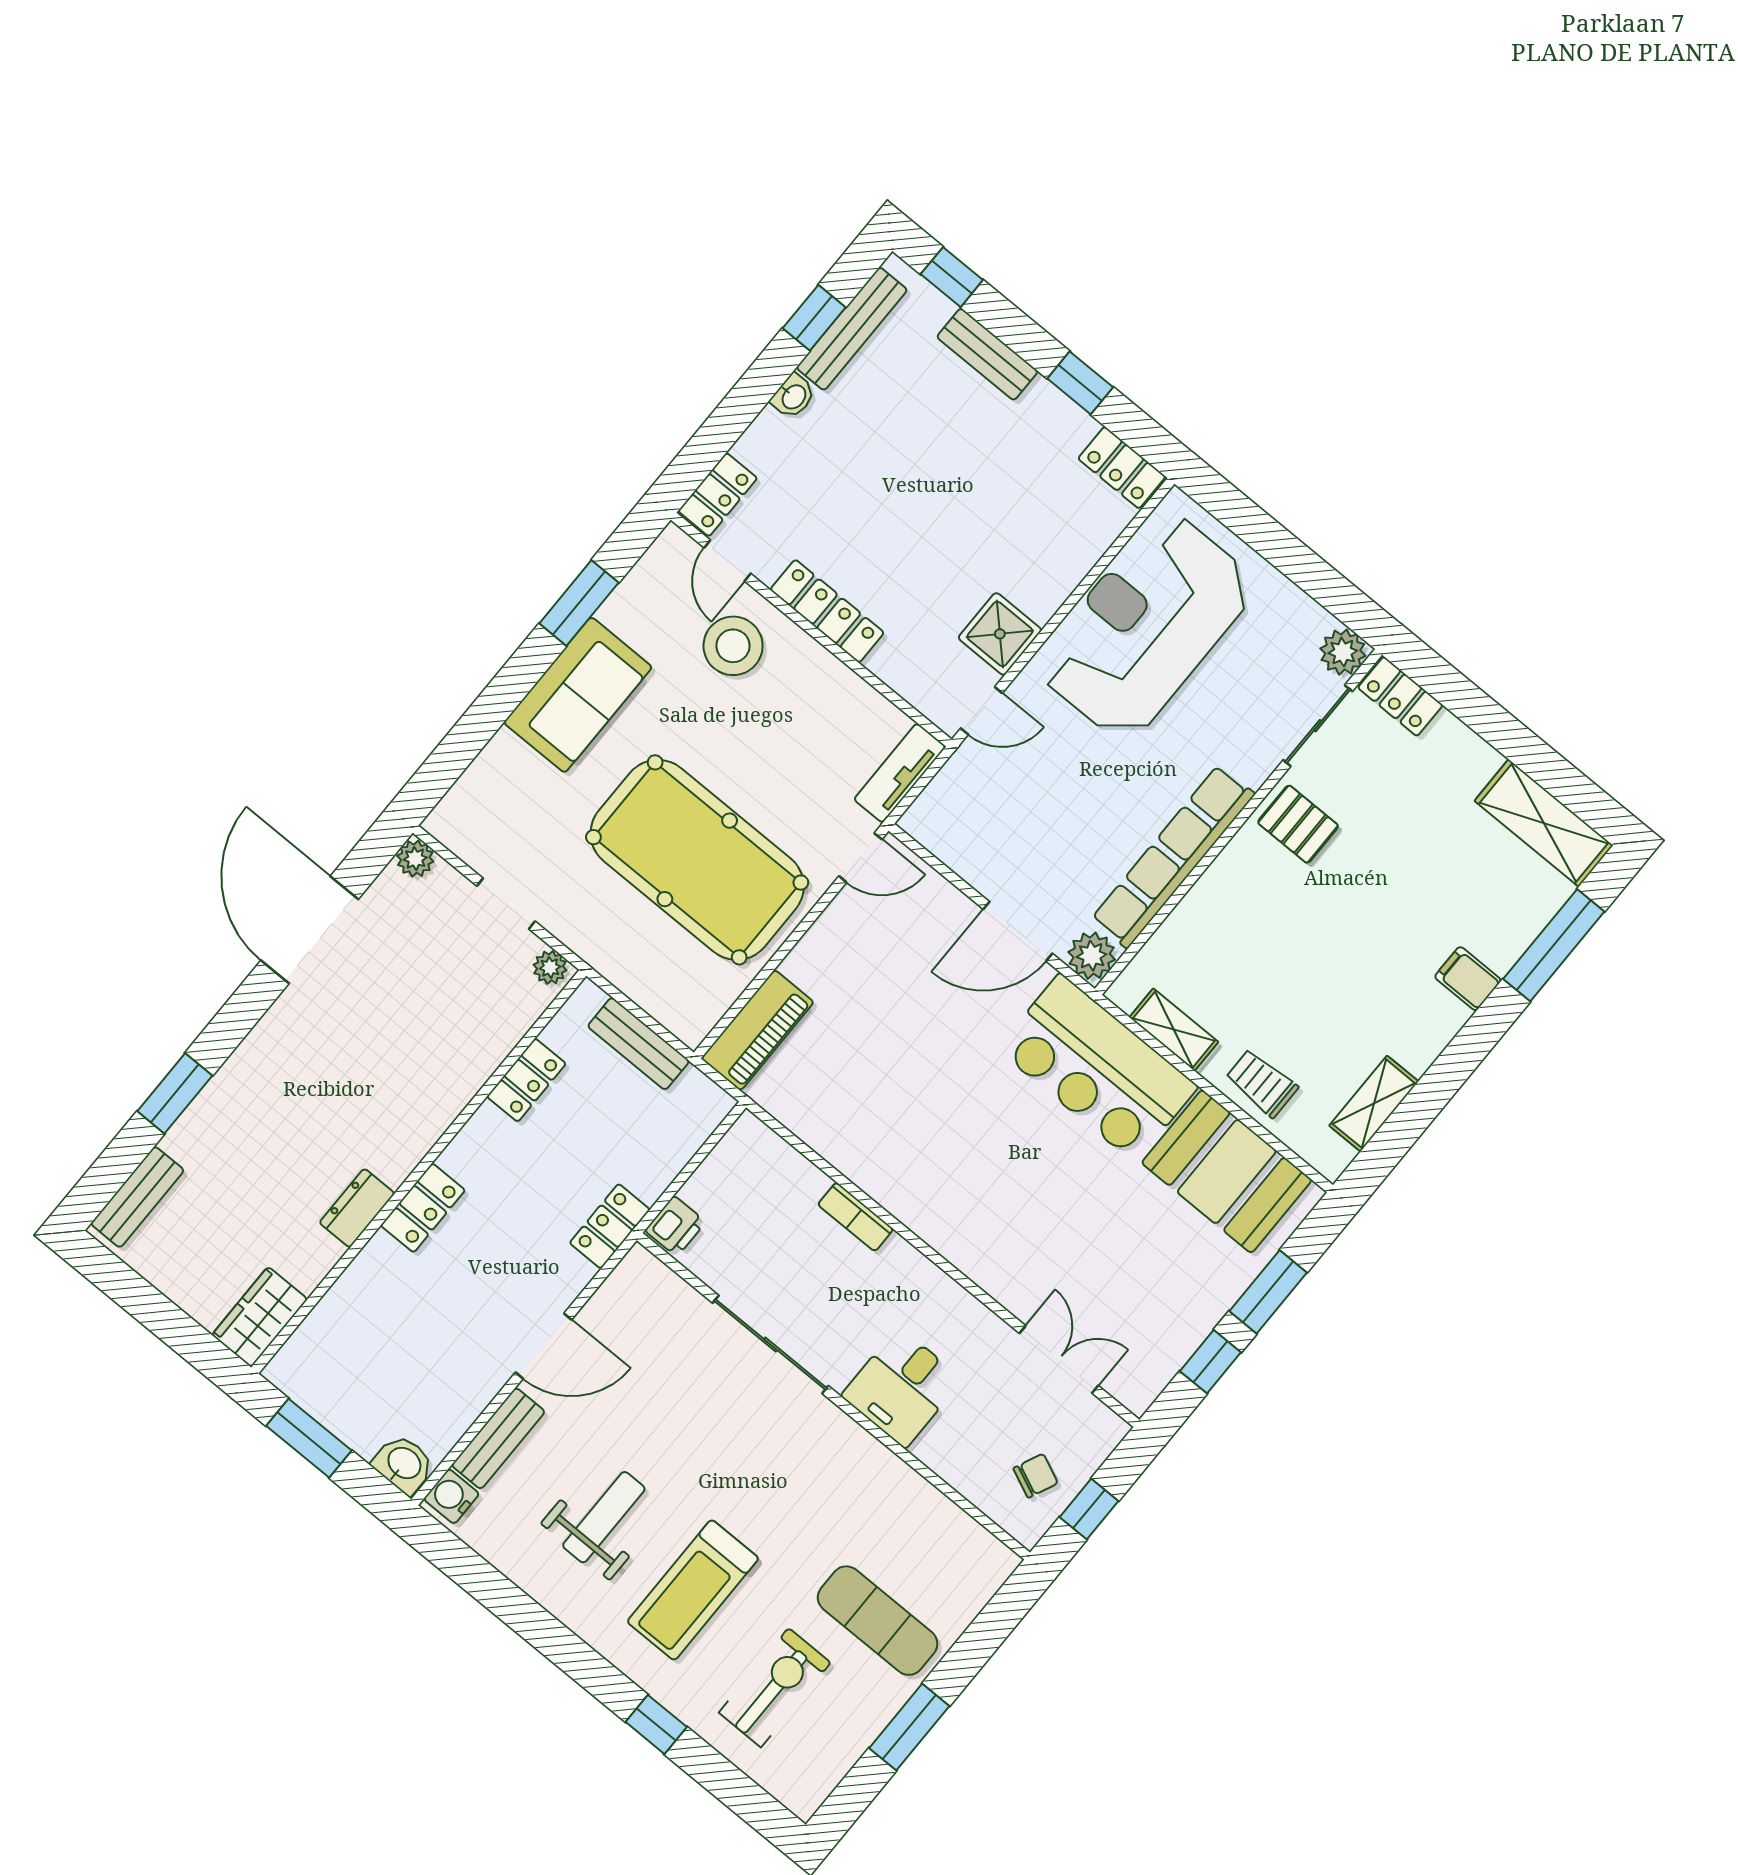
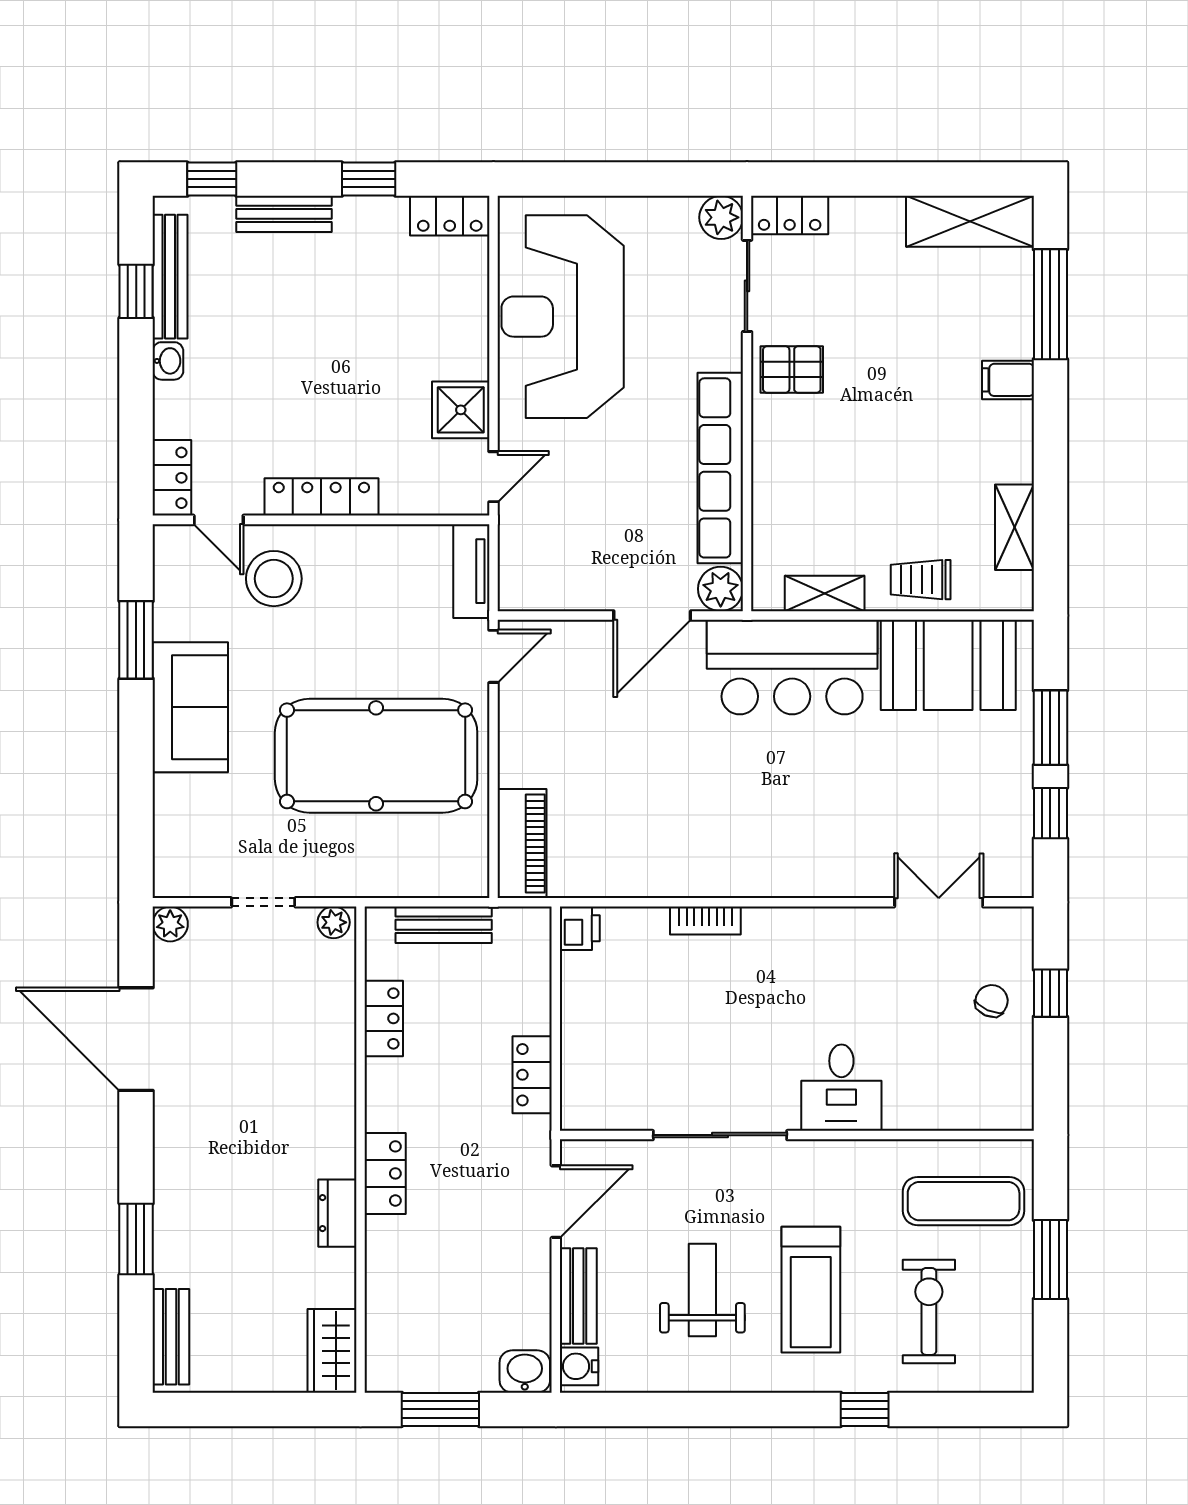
printer: (675, 1226) -> (580, 928), moved
sliding door: (770, 1344) -> (720, 1135), moved
desk: (902, 1388) -> (841, 1088), moved
wall: (833, 1396) -> (797, 1135), moved

